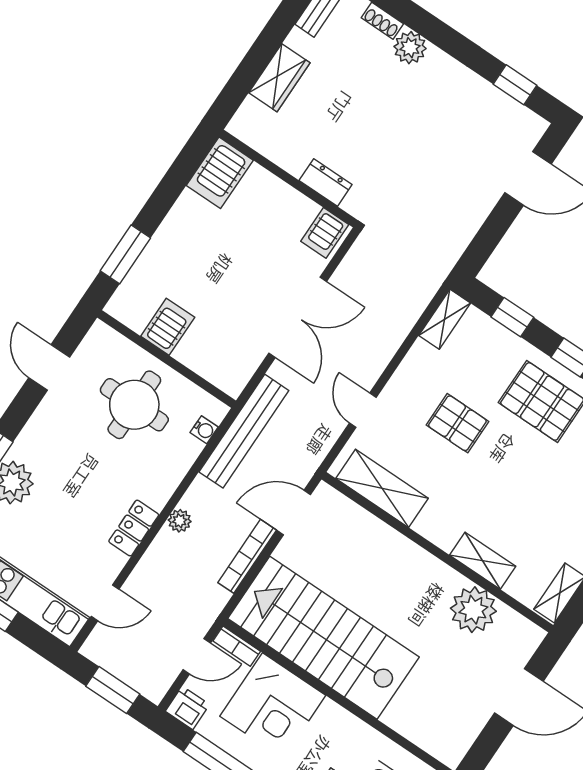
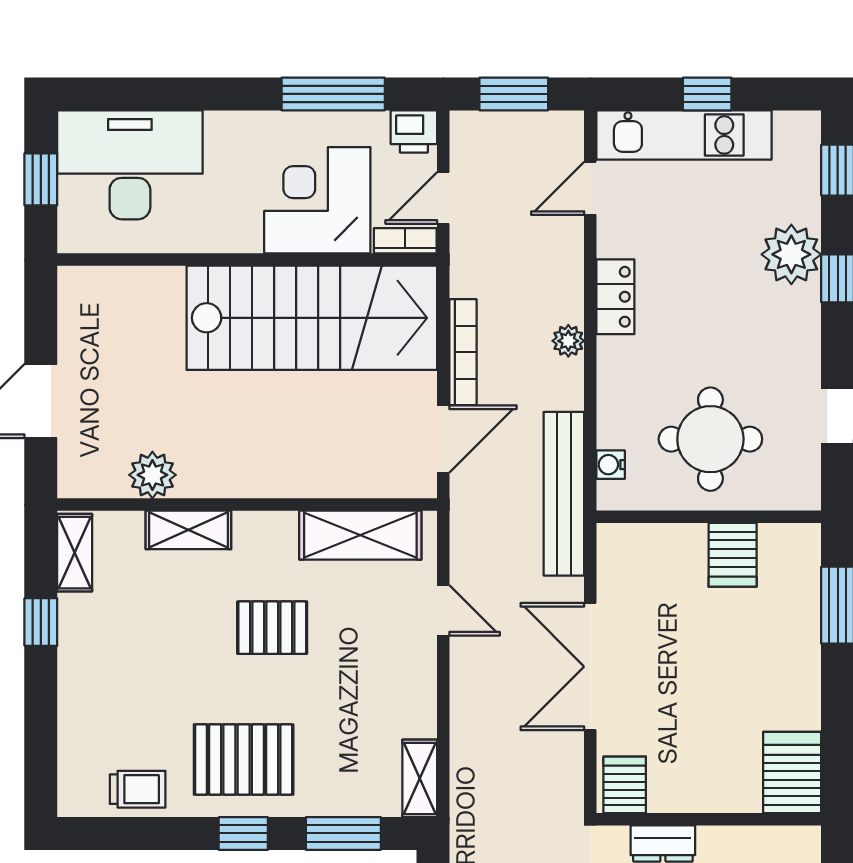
window: (512, 317) -> (343, 833), width x1.50
pallet: (457, 423) -> (272, 628), moved
plant: (473, 610) -> (152, 475), width x0.73, depth x0.73

